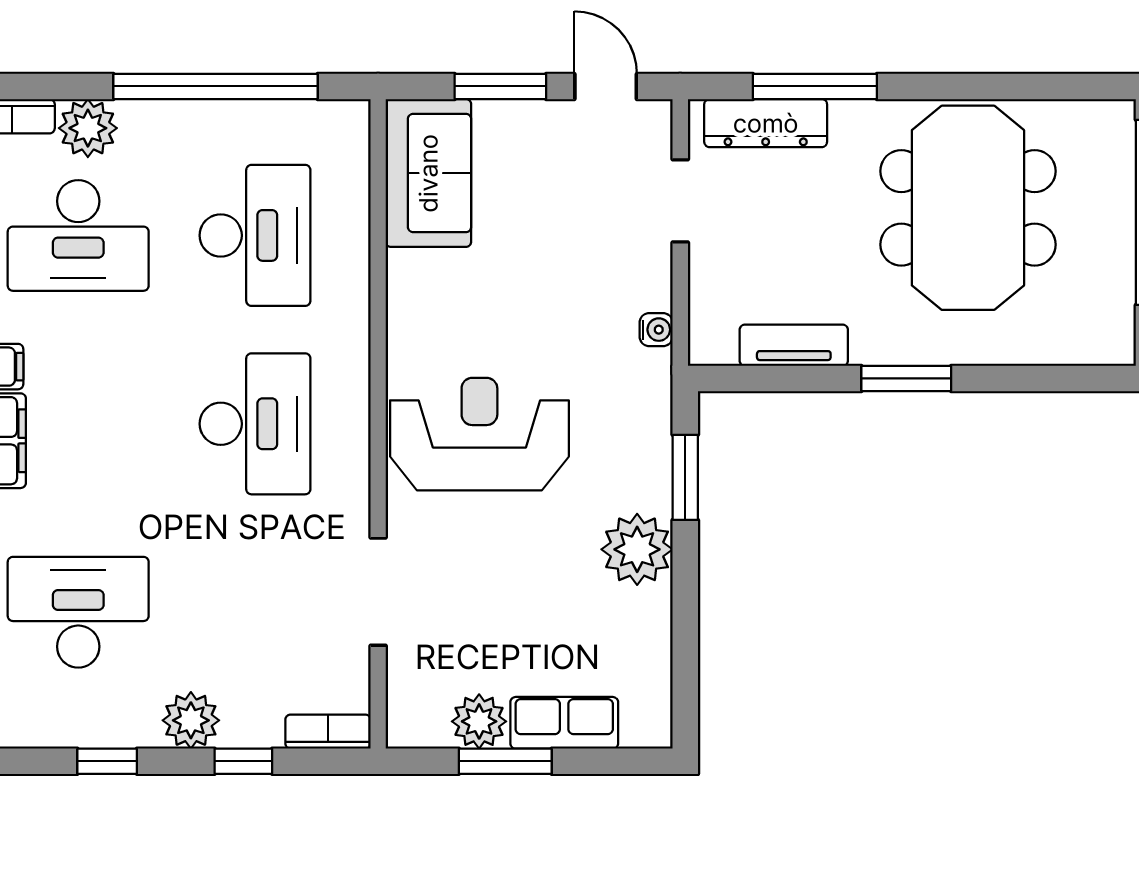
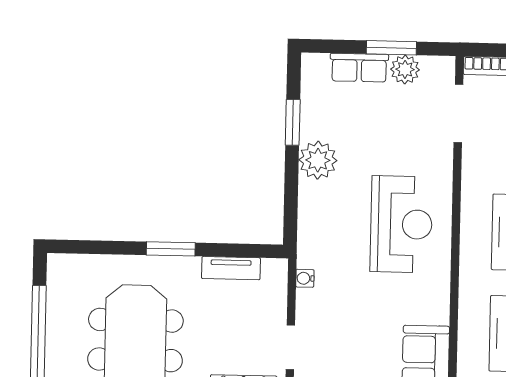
reception desk: (479, 434) -> (401, 224), turned -90
window: (685, 477) -> (293, 122), moved
doorway: (378, 592) -> (458, 113), moved

